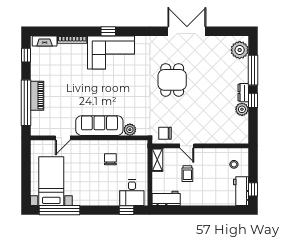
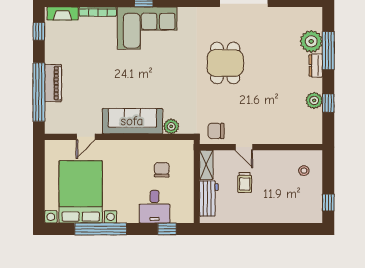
plant: (240, 50) -> (311, 41), moved
dresser: (243, 93) -> (316, 66), moved
window: (253, 100) -> (328, 103), moved
chair: (110, 159) -> (162, 170), moved
bed with nightstands: (51, 181) -> (81, 192), width x1.36
workbench: (241, 191) -> (313, 205), removed
desk: (132, 193) -> (155, 207), moved
workbench: (166, 198) -> (209, 198), moved, turned 90
window: (59, 210) -> (101, 229), moved

